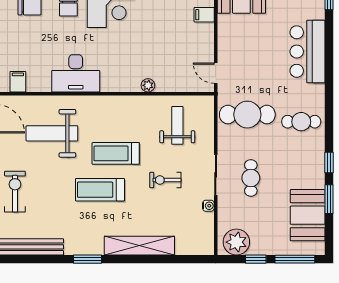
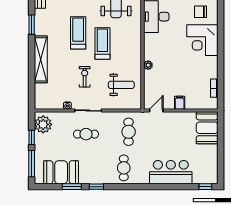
filing cabinet: (204, 15) -> (180, 103), moved
cafe table: (247, 115) -> (129, 132), width x0.73, depth x0.74

